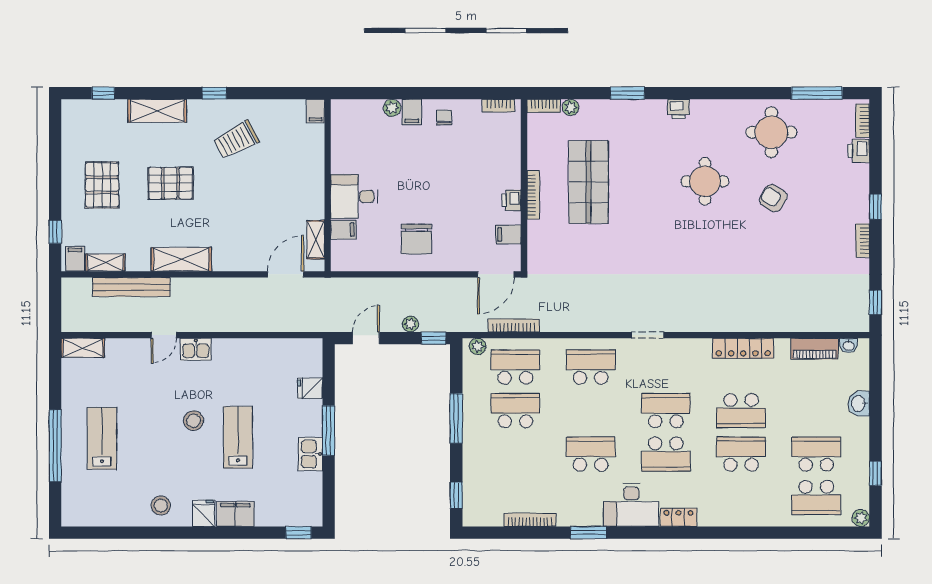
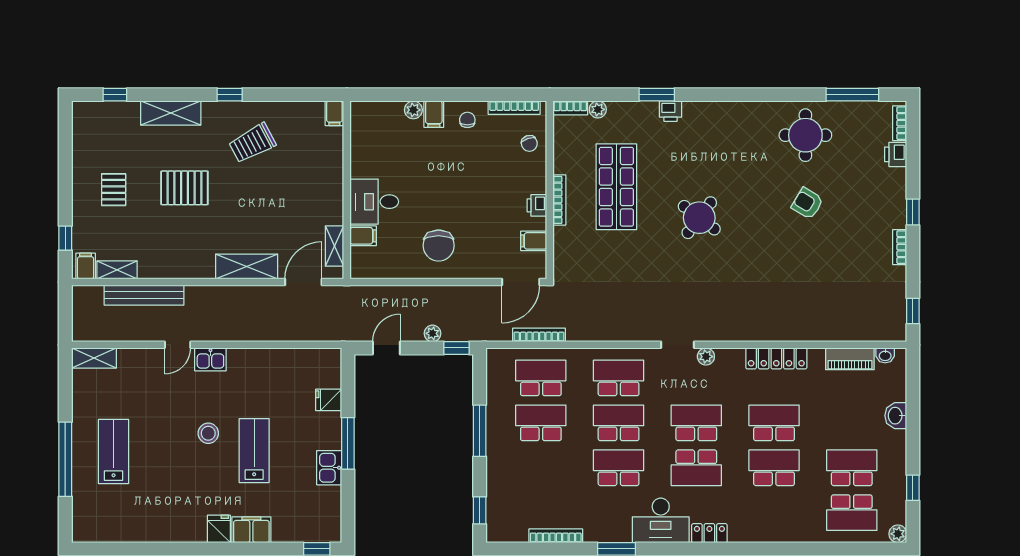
bookcase: (499, 106) -> (514, 108), width x1.56
printer: (679, 109) -> (670, 111), moved
chair: (504, 140) -> (529, 143), added
round table: (705, 181) -> (699, 218), moved, turned 37
pallet: (102, 185) -> (114, 190), width x0.67, depth x0.71
shelving: (181, 259) -> (247, 266), moved
plant: (478, 346) -> (706, 357), moved
school desk: (591, 411) -> (619, 423), added
school desk: (741, 411) -> (774, 423), turned 180
stool: (161, 505) -> (174, 521), removed

